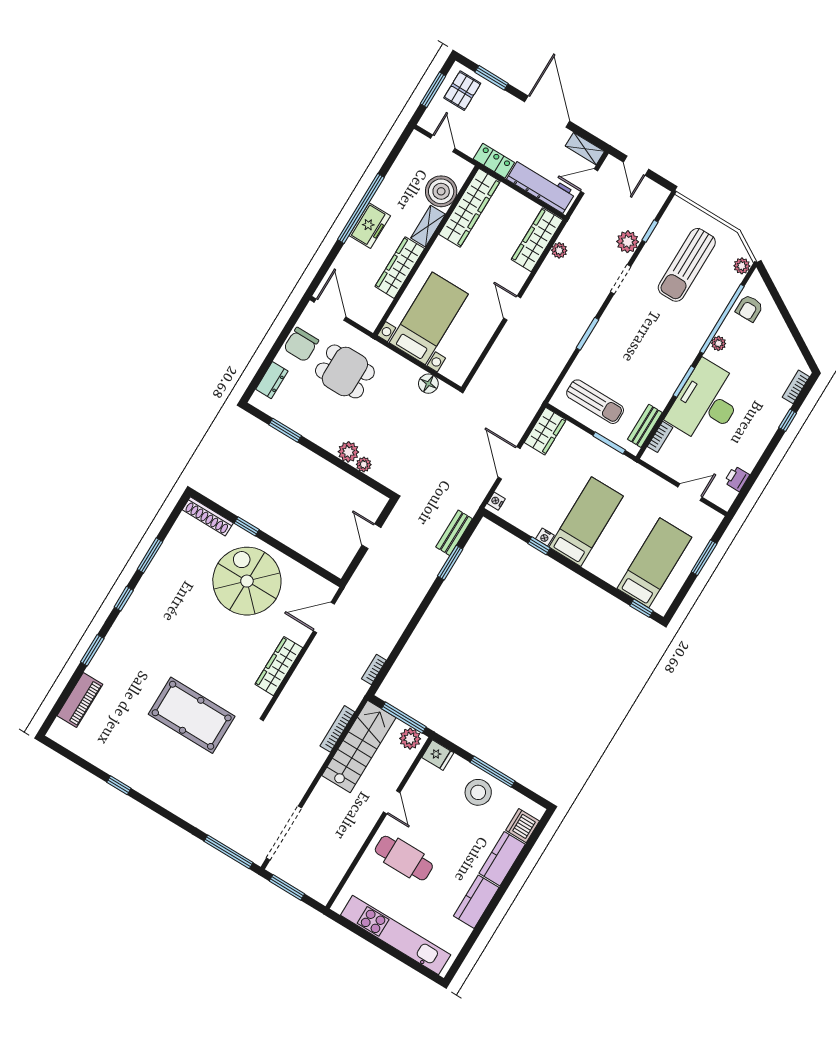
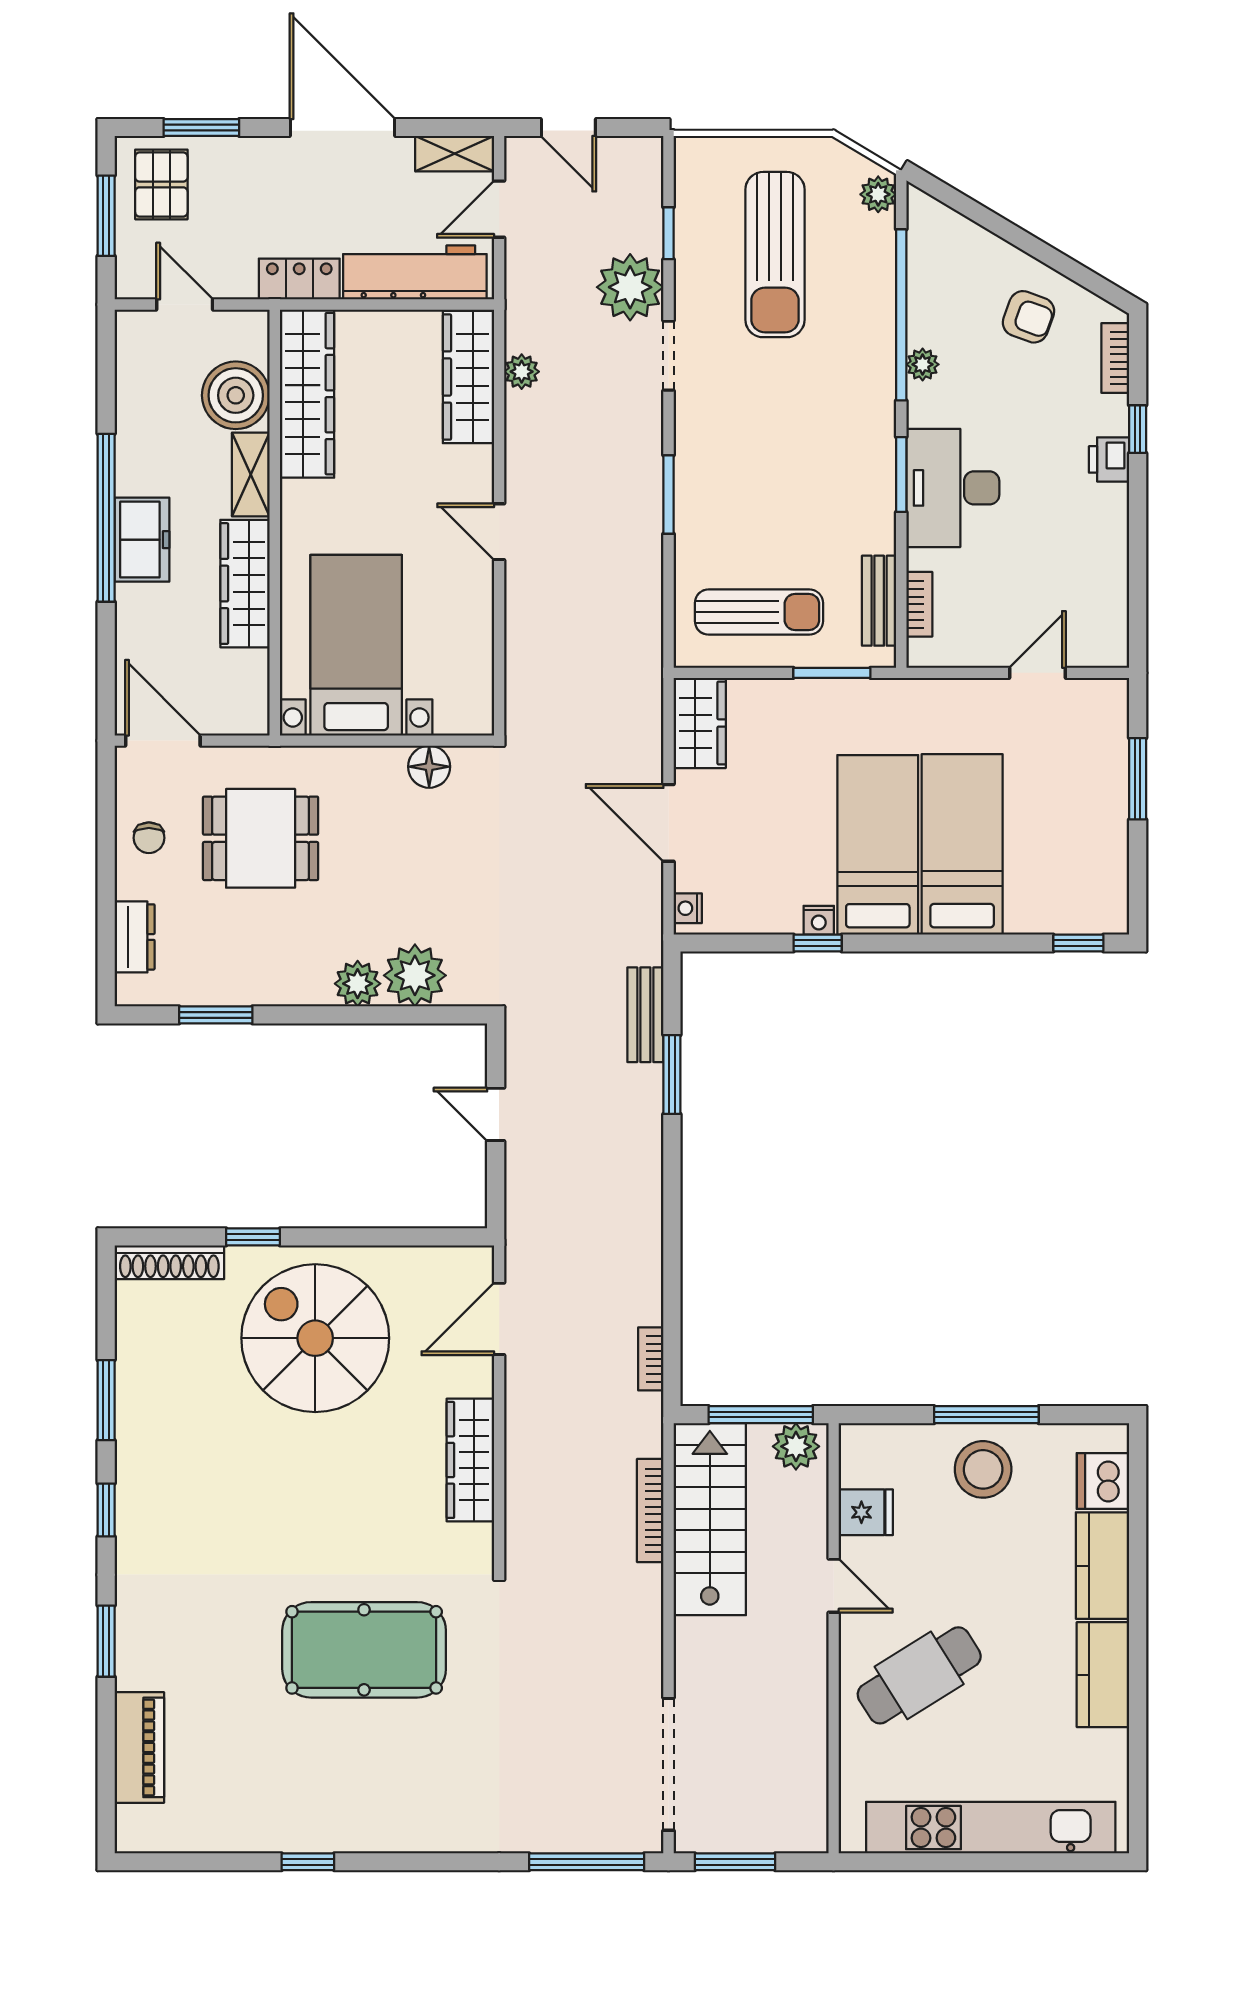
plant: (628, 242) -> (630, 287), width x1.36, depth x1.36
armchair: (749, 308) -> (1028, 317), moved, turned -70
chair: (301, 345) -> (149, 838), width x0.54, depth x0.54
desk: (706, 403) -> (953, 488), width x0.73, depth x0.77
plant: (364, 465) -> (415, 975), width x1.88, depth x1.88
printer: (737, 479) -> (1109, 459), moved
bed: (654, 563) -> (962, 844), moved
fridge: (438, 755) -> (866, 1512), moved
cafe table: (404, 858) -> (919, 1675), turned -32

